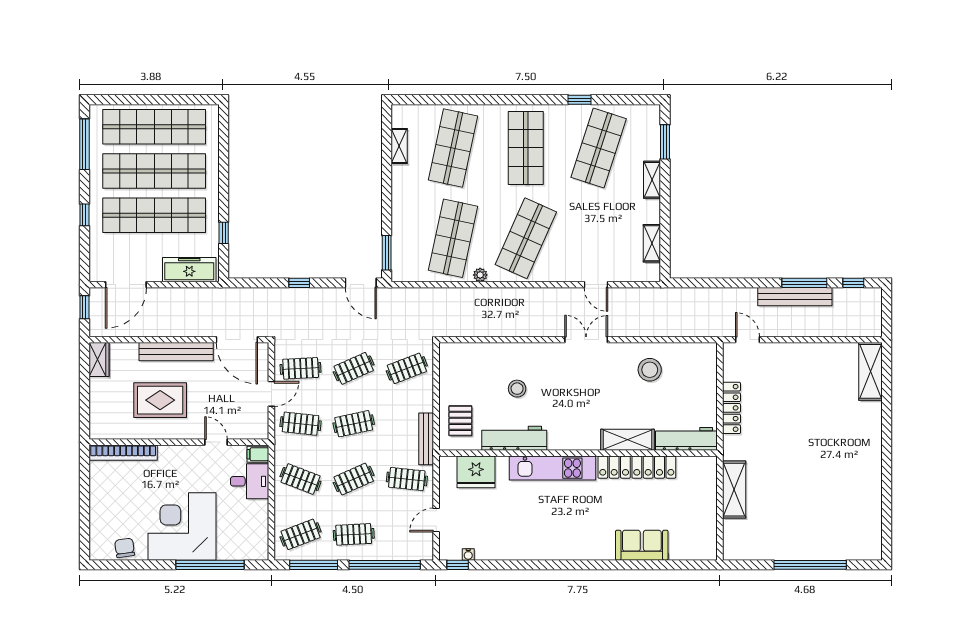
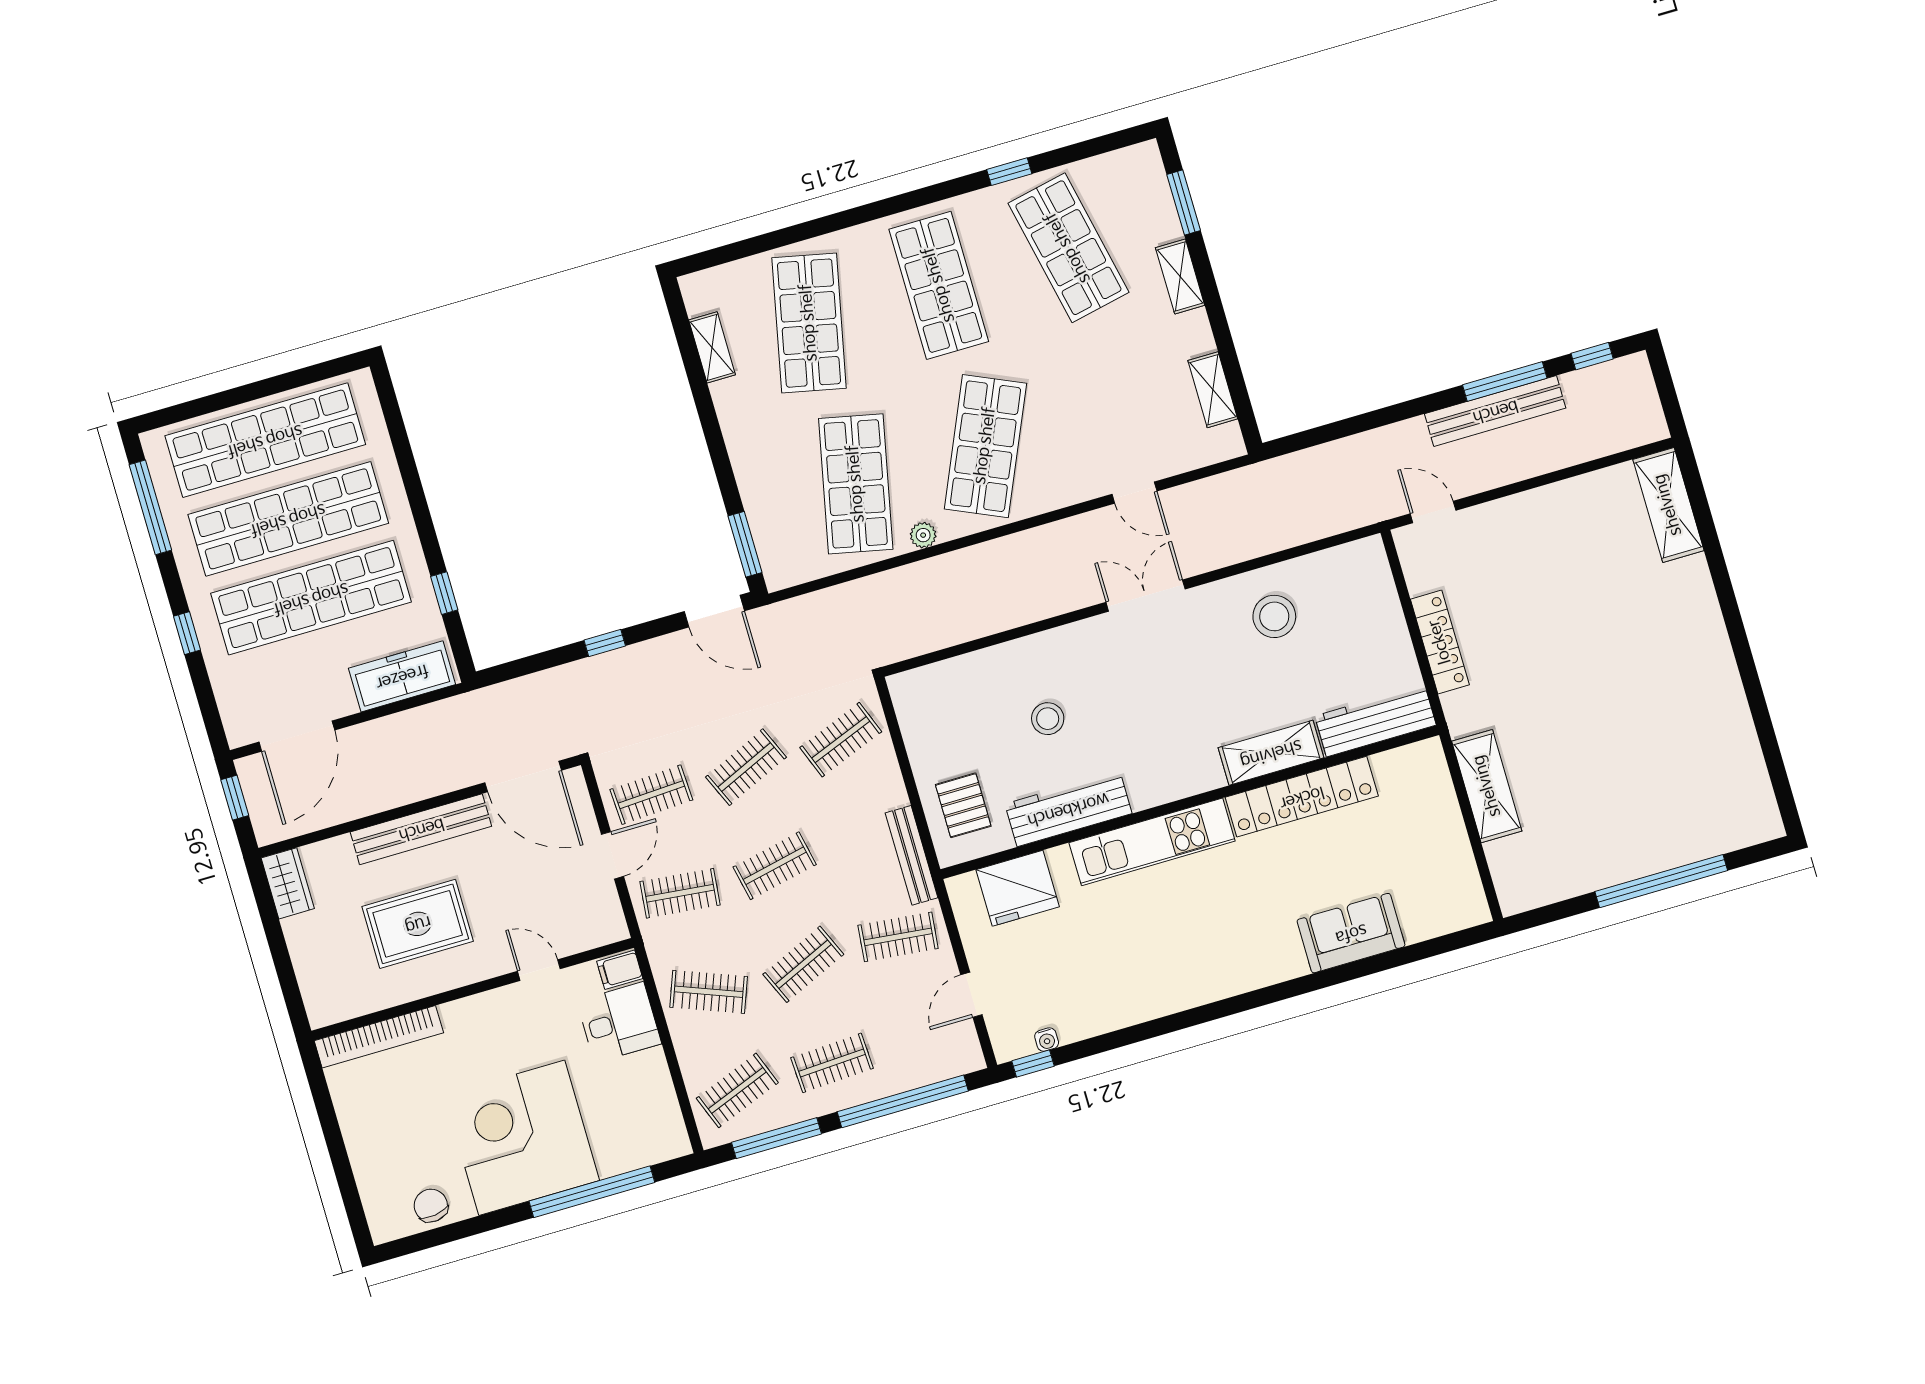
shop shelf: (599, 148) -> (1068, 248), turned -30

